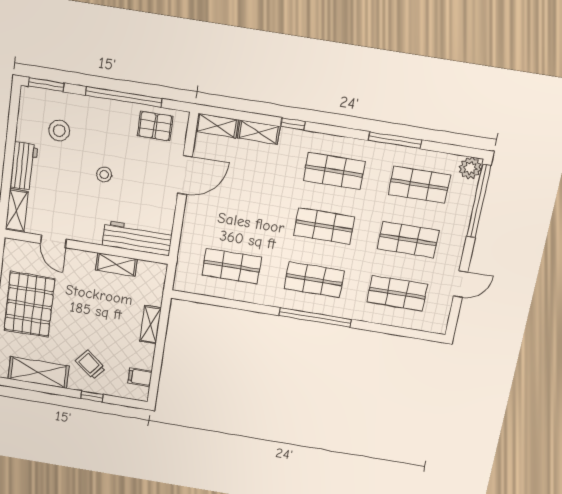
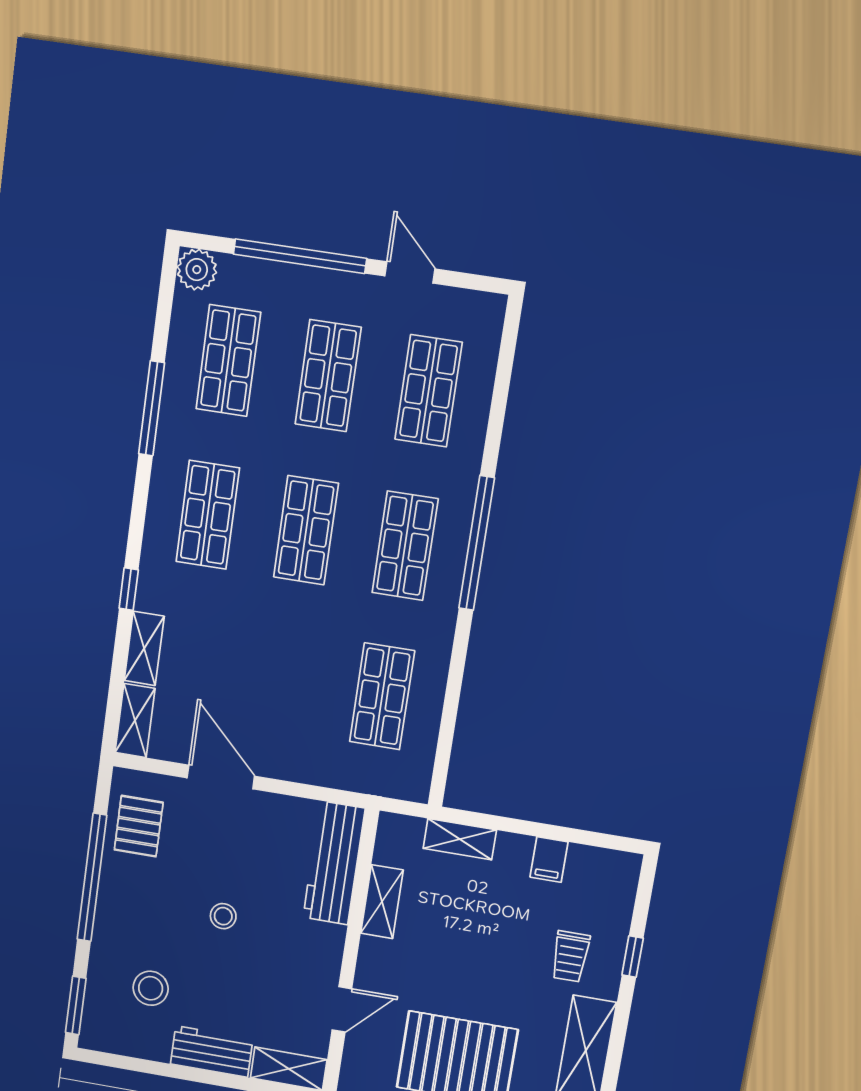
window: (479, 201) -> (300, 256), moved
shelving: (150, 325) -> (460, 839), moved
trolley: (90, 365) -> (570, 956), turned -39
filing cabinet: (140, 377) -> (549, 859), moved

